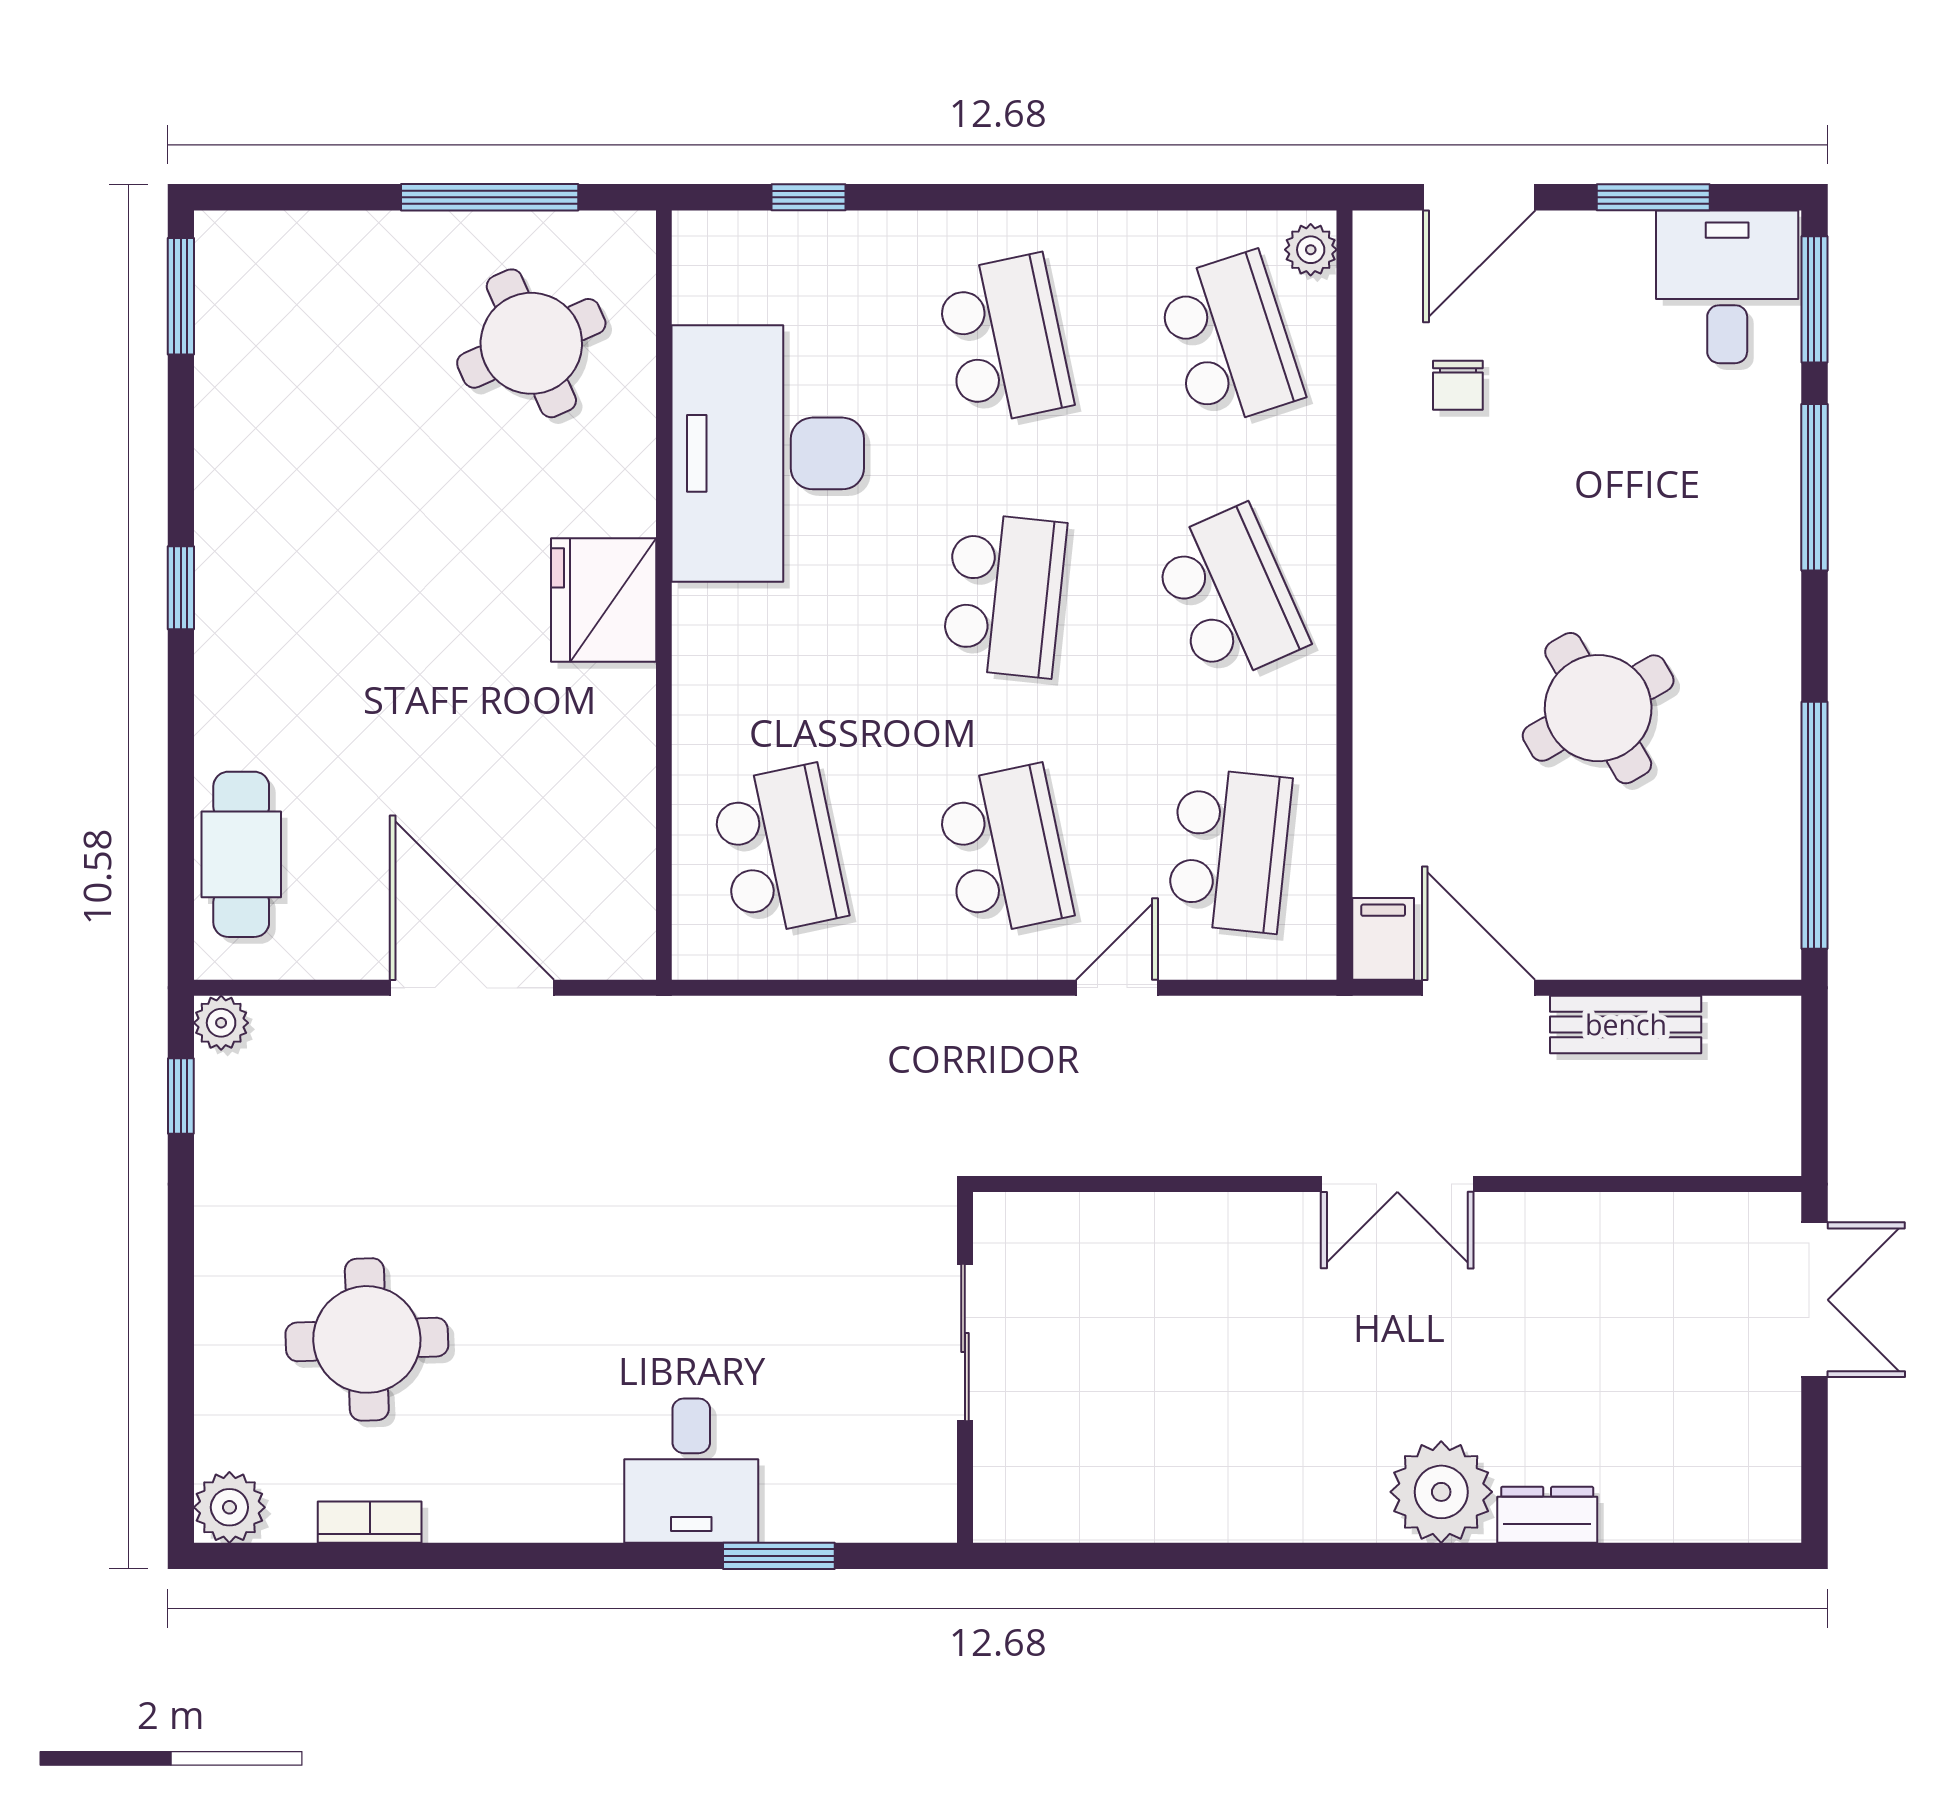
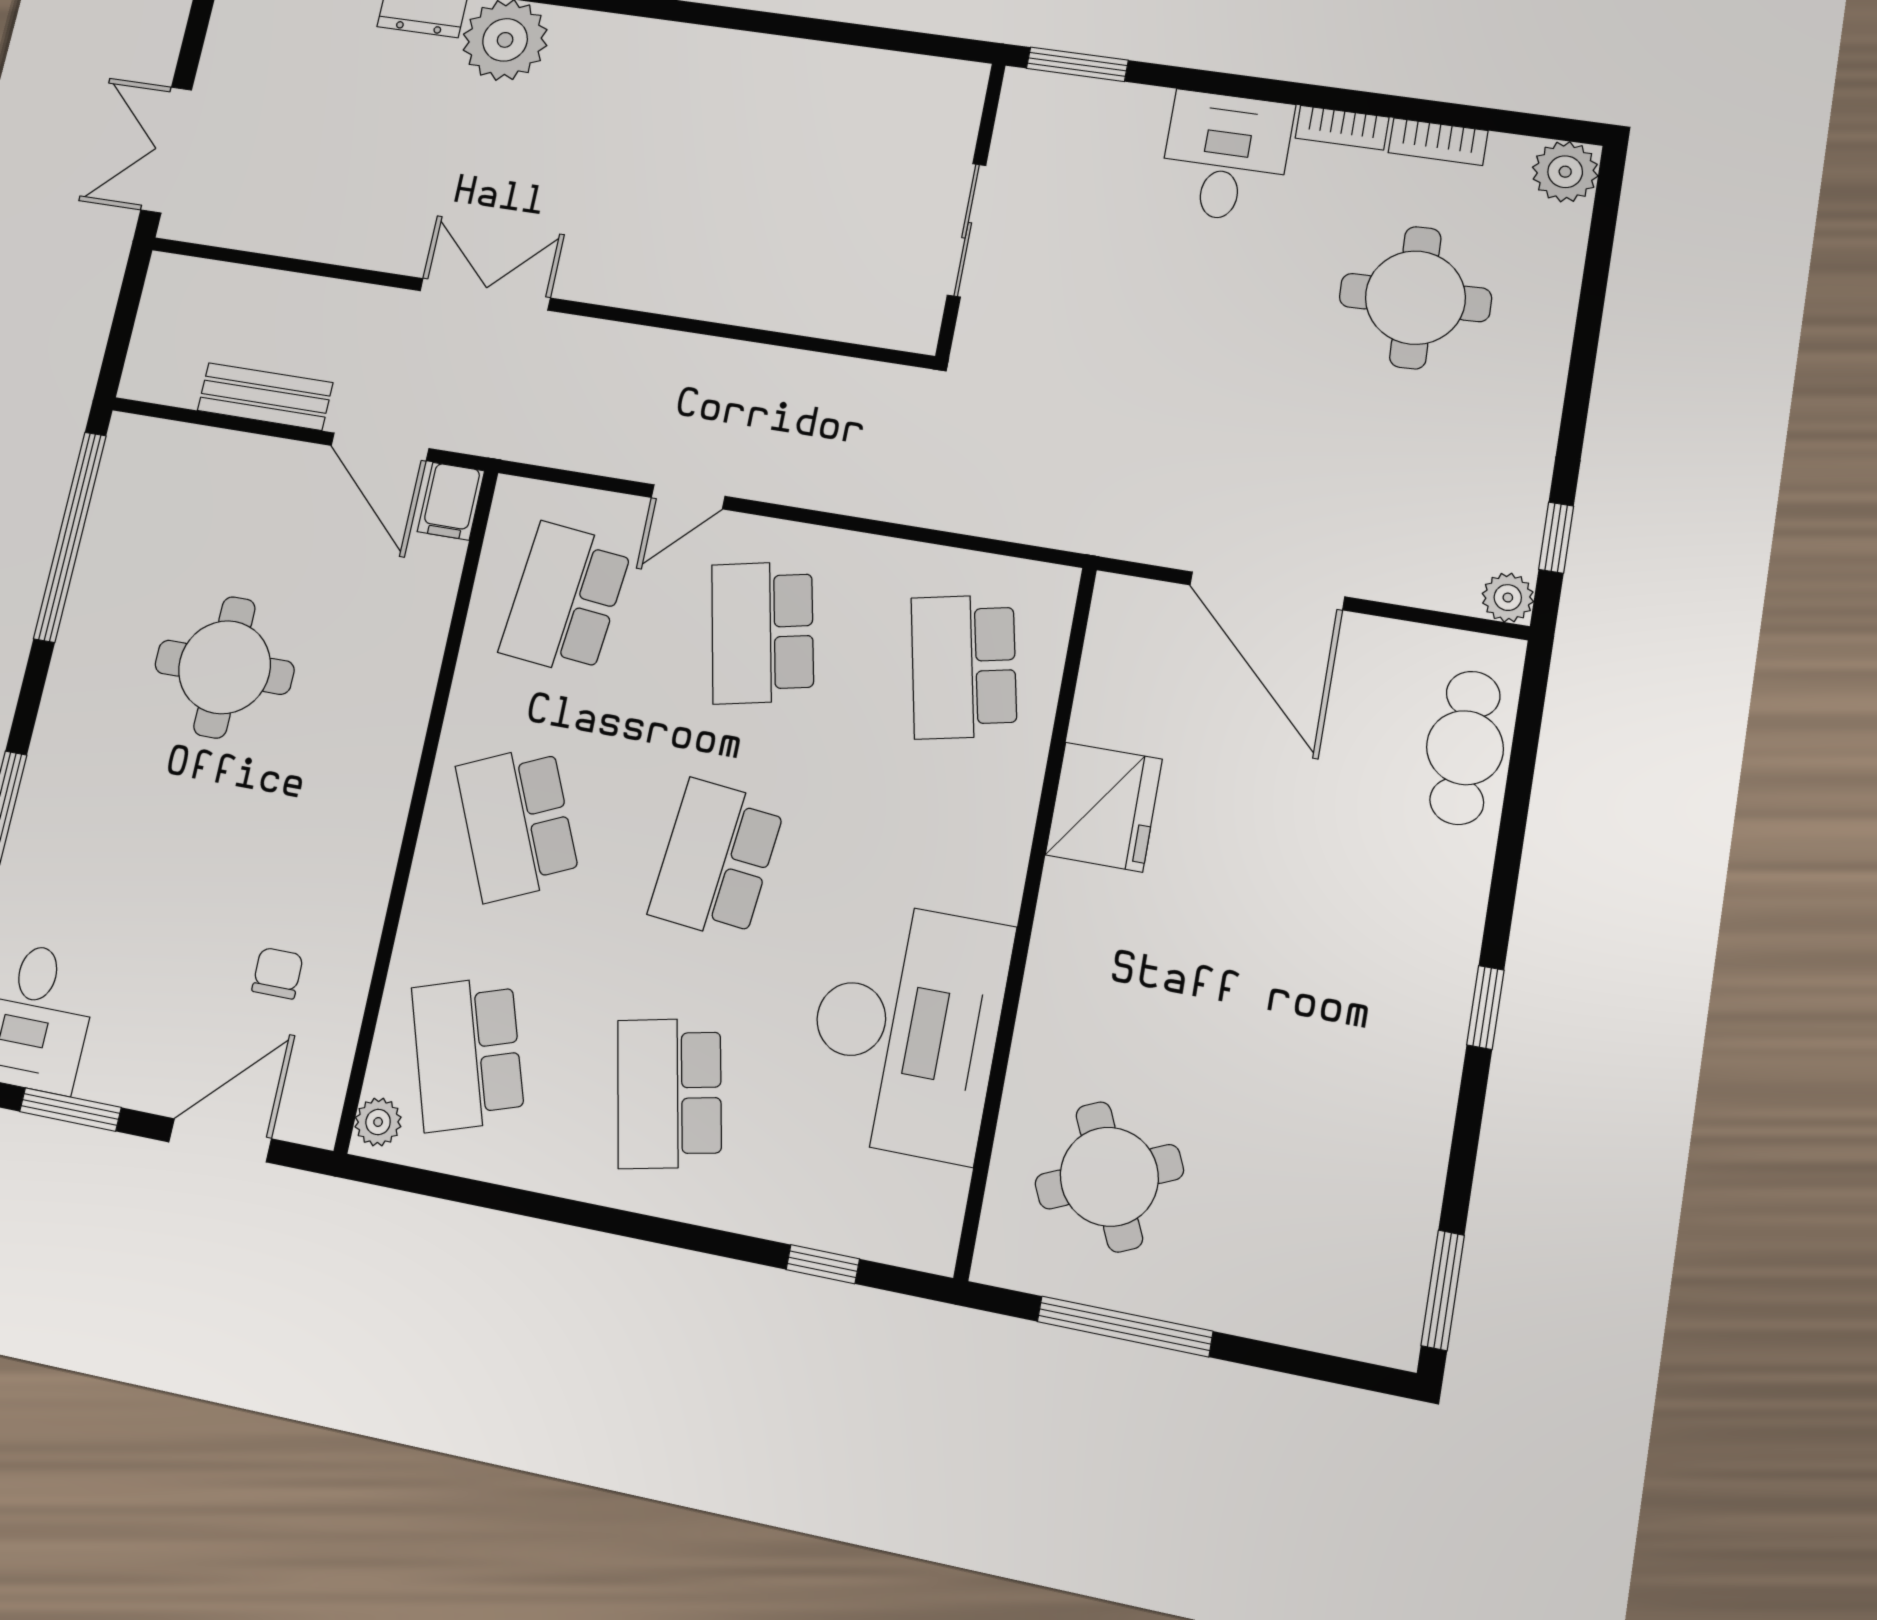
fridge: (604, 600) -> (1104, 807), moved
round table: (1598, 708) -> (224, 667), turned 30
sliding door: (965, 1343) -> (967, 230), moved
wall: (965, 1367) -> (971, 209), moved
desk: (691, 1471) -> (1226, 157), moved
bookcase: (476, 1523) -> (1342, 128), added

